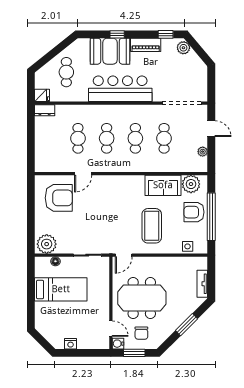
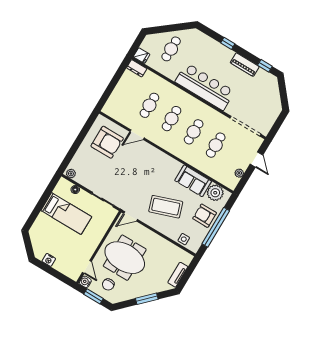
plant: (183, 48) -> (272, 84), removed
booth: (110, 51) -> (214, 53), removed
coffee table: (152, 226) -> (166, 207), turned 71
plant: (47, 244) -> (71, 174), width x0.53, depth x0.53

